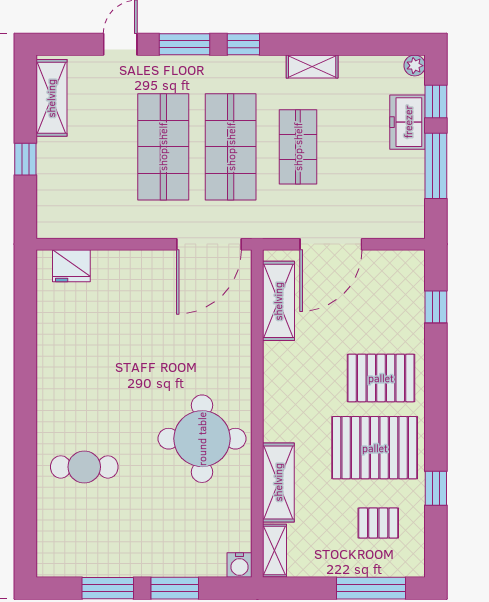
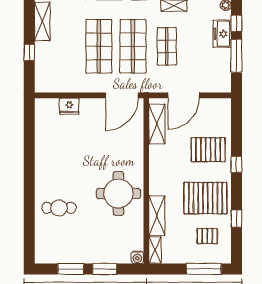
fridge: (71, 266) -> (69, 106), moved
window: (436, 307) -> (236, 164), moved
pallet: (381, 378) -> (208, 150), moved

